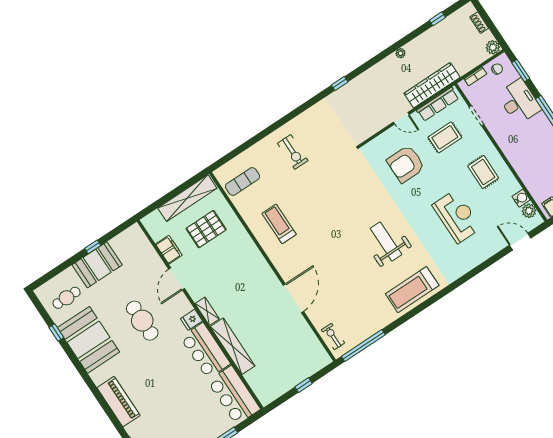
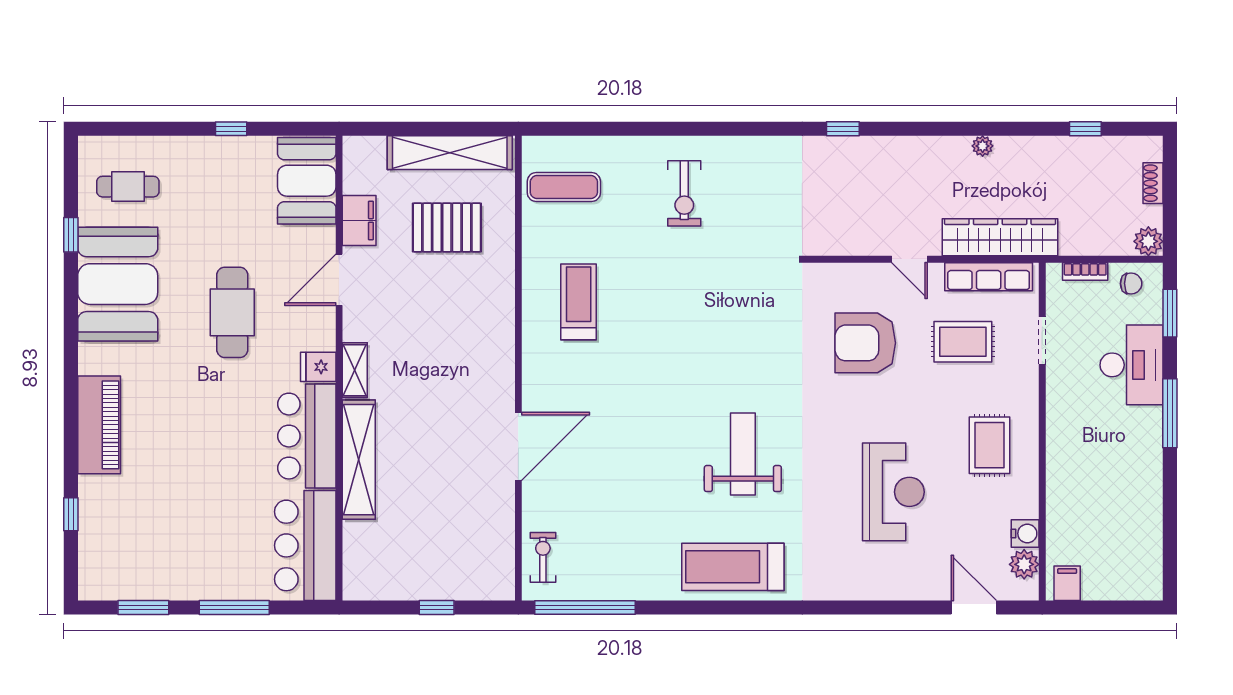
booth: (97, 265) -> (307, 181), moved, turned 90

